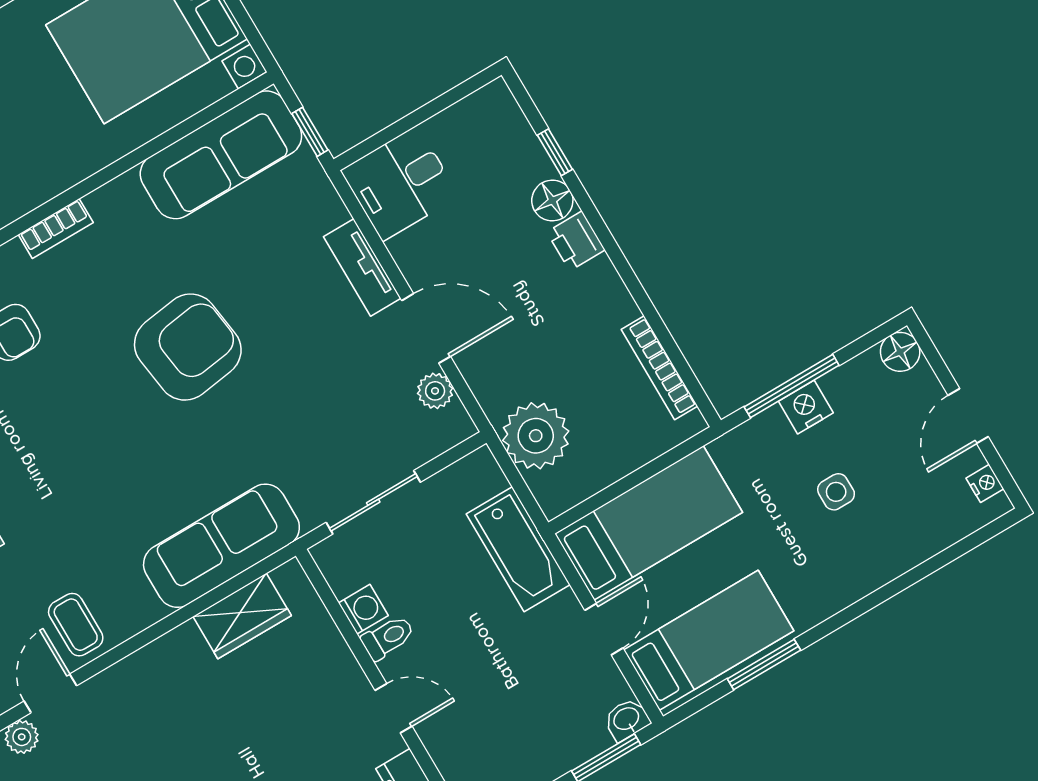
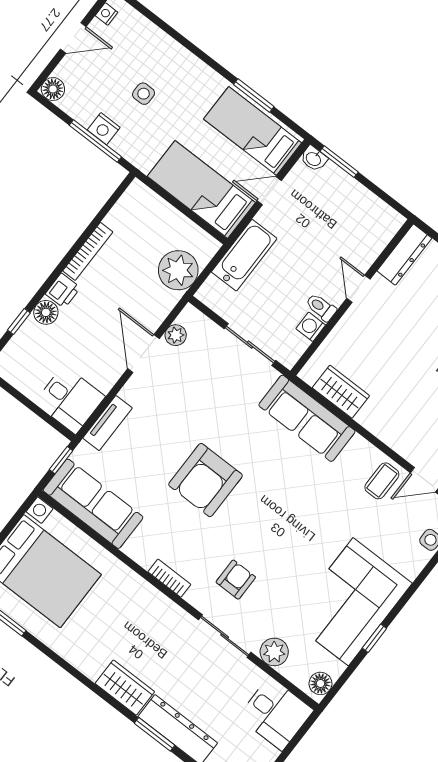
tv unit: (362, 267) -> (108, 423), moved
armchair: (188, 347) -> (206, 480), turned -82
bookcase: (659, 368) -> (88, 251), moved

